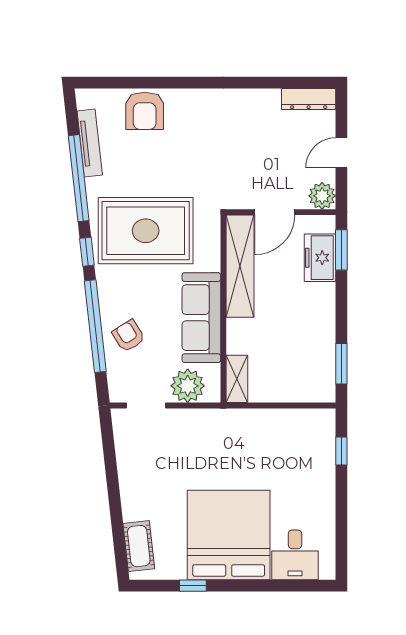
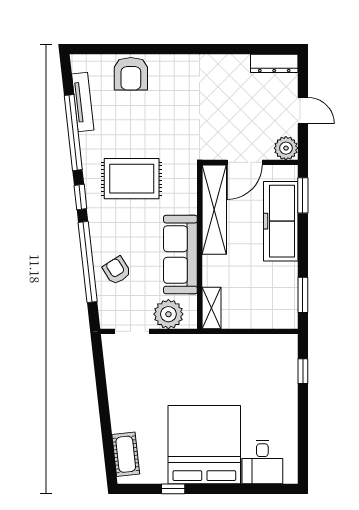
door: (341, 153) -> (303, 111), swing flipped
rug: (146, 231) -> (132, 179), width x0.73, depth x0.69
freezer: (320, 258) -> (281, 221), width x1.91, depth x1.26

